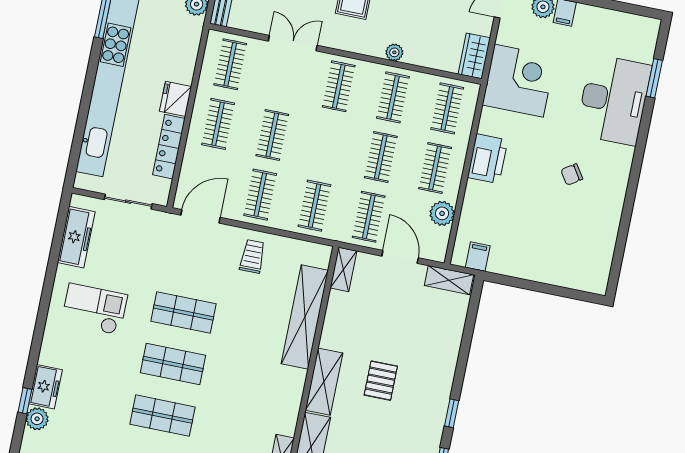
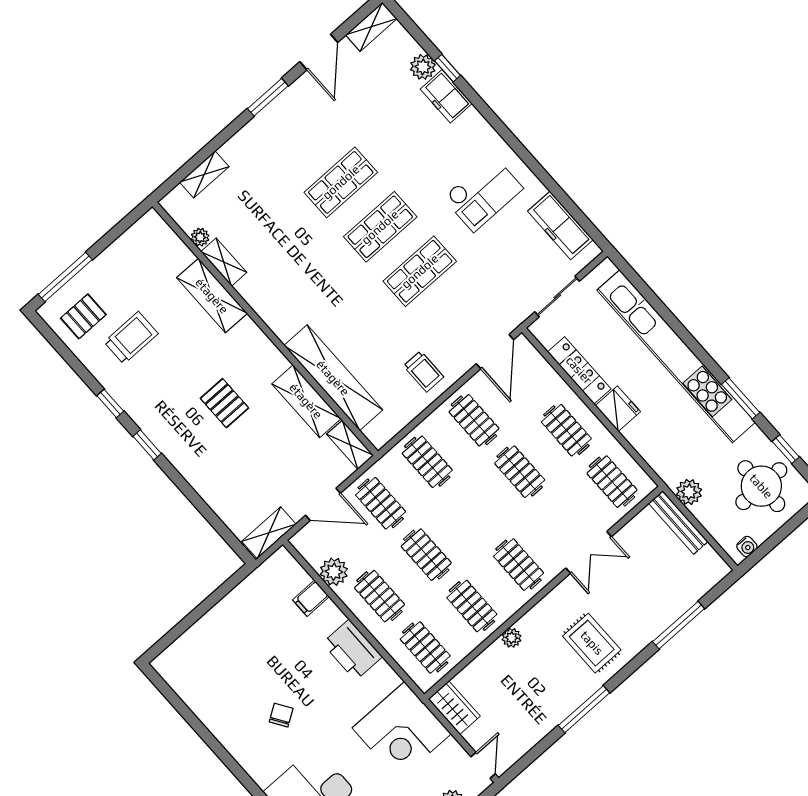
filing cabinet: (478, 257) -> (311, 598), moved, turned 90
shelving: (324, 382) -> (306, 401), moved

